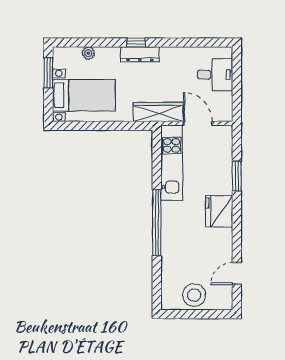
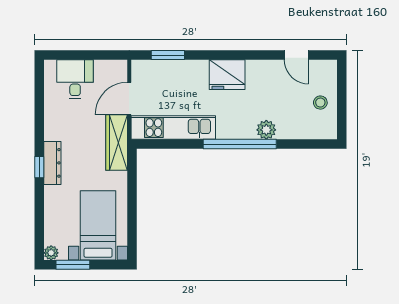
plant: (88, 53) -> (51, 253), moved
window: (237, 176) -> (168, 55), moved
plant: (170, 246) -> (266, 130), added
stool: (194, 295) -> (320, 103), width x0.53, depth x0.53

